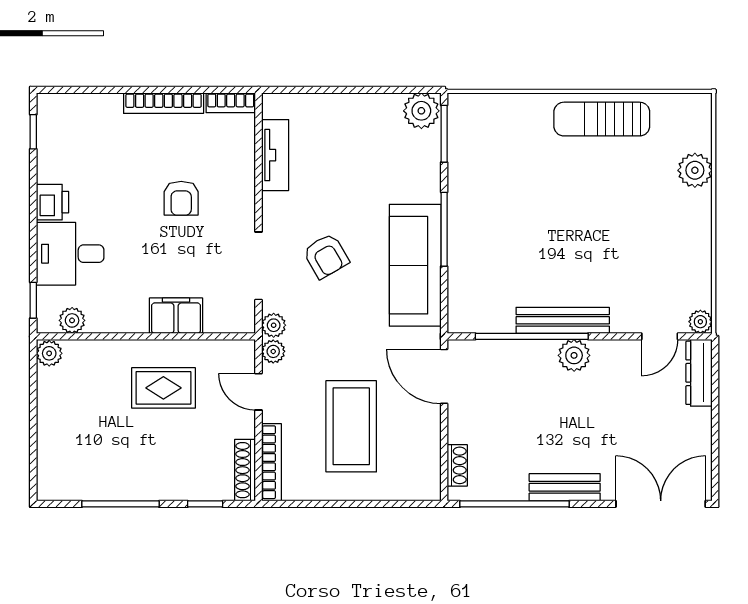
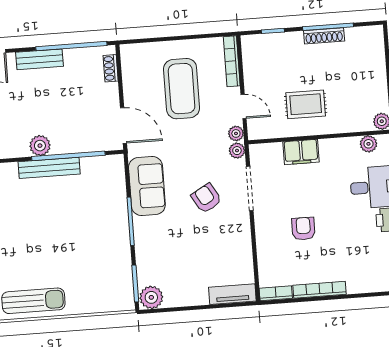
tv unit: (275, 155) -> (232, 294), moved, turned 90
sofa: (415, 265) -> (147, 186), width x0.73
shoe rack: (245, 470) -> (324, 36), moved, turned 90

